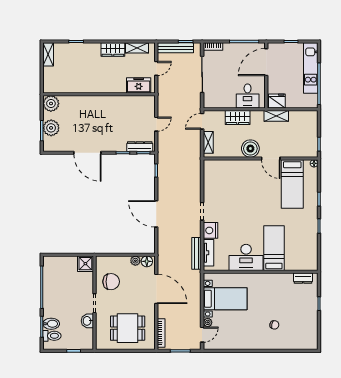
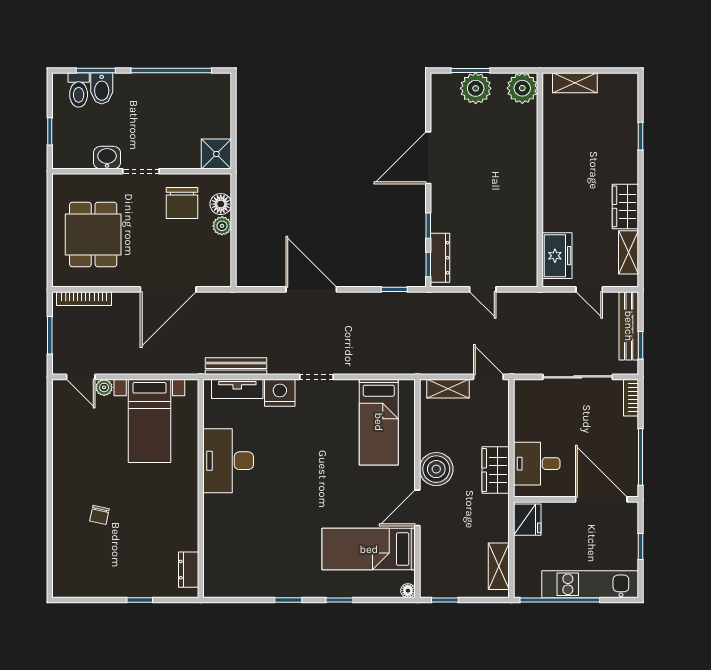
shelving: (48, 54) -> (575, 83), moved
shelving: (276, 116) -> (499, 566), moved
wardrobe: (238, 117) -> (496, 470), moved
door: (156, 214) -> (311, 289), hinge flipped
bed: (274, 248) -> (379, 422), moved, turned 90
plant: (135, 261) -> (222, 226), moved
floor lamp: (147, 261) -> (221, 204), moved

